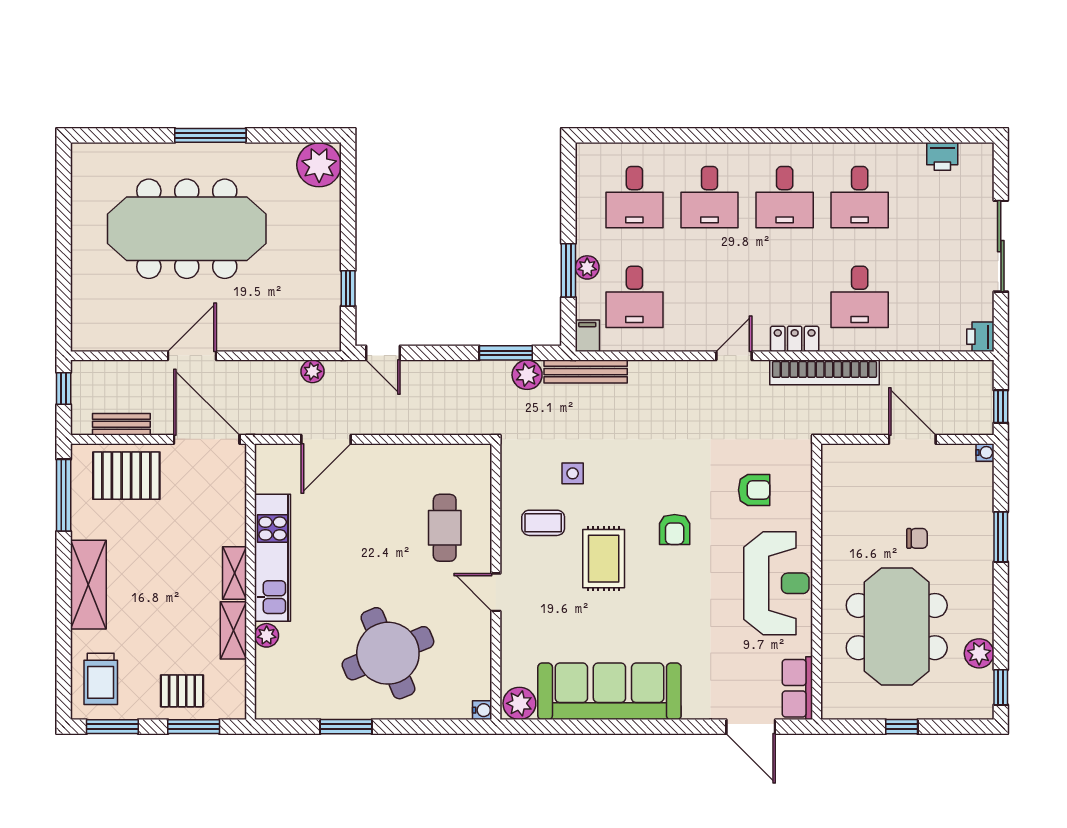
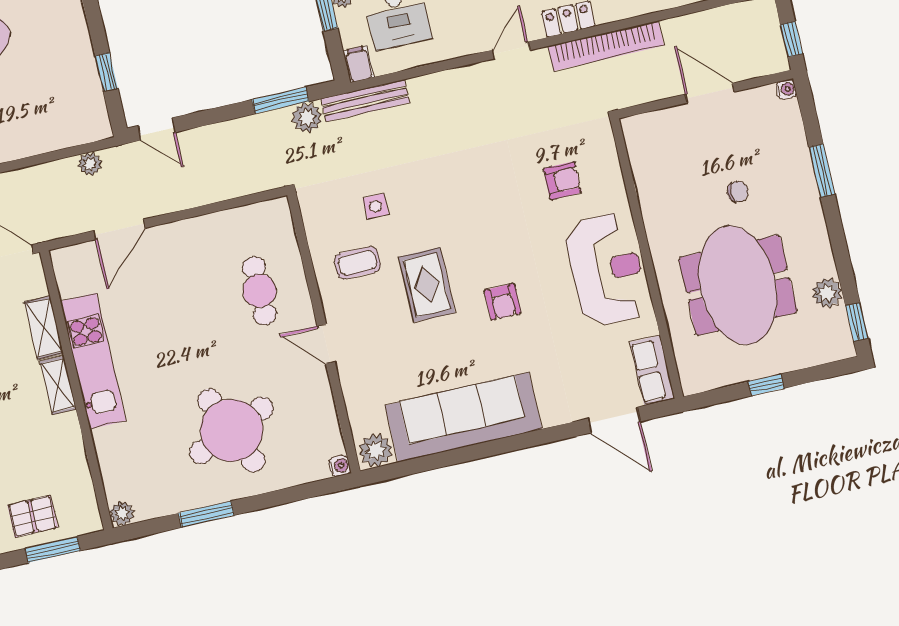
armchair: (675, 529) -> (503, 302), moved
shelving: (233, 630) -> (44, 328), moved
plant: (267, 635) -> (122, 514), moved

